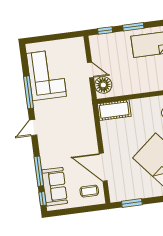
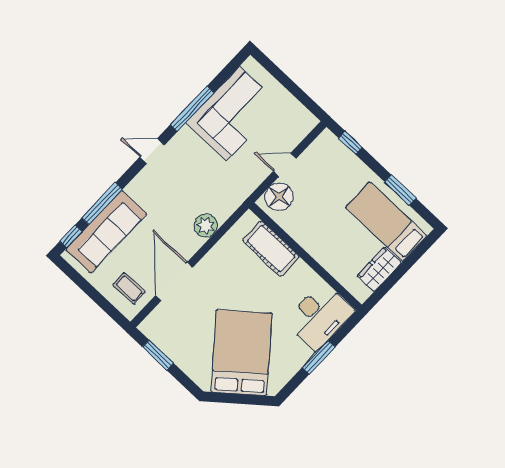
window: (133, 27) -> (400, 190), moved
door: (90, 70) -> (285, 165), swing flipped
cot: (114, 110) -> (271, 249), moved
plant: (89, 131) -> (206, 226), added
sofa: (55, 187) -> (106, 232), width x1.36

